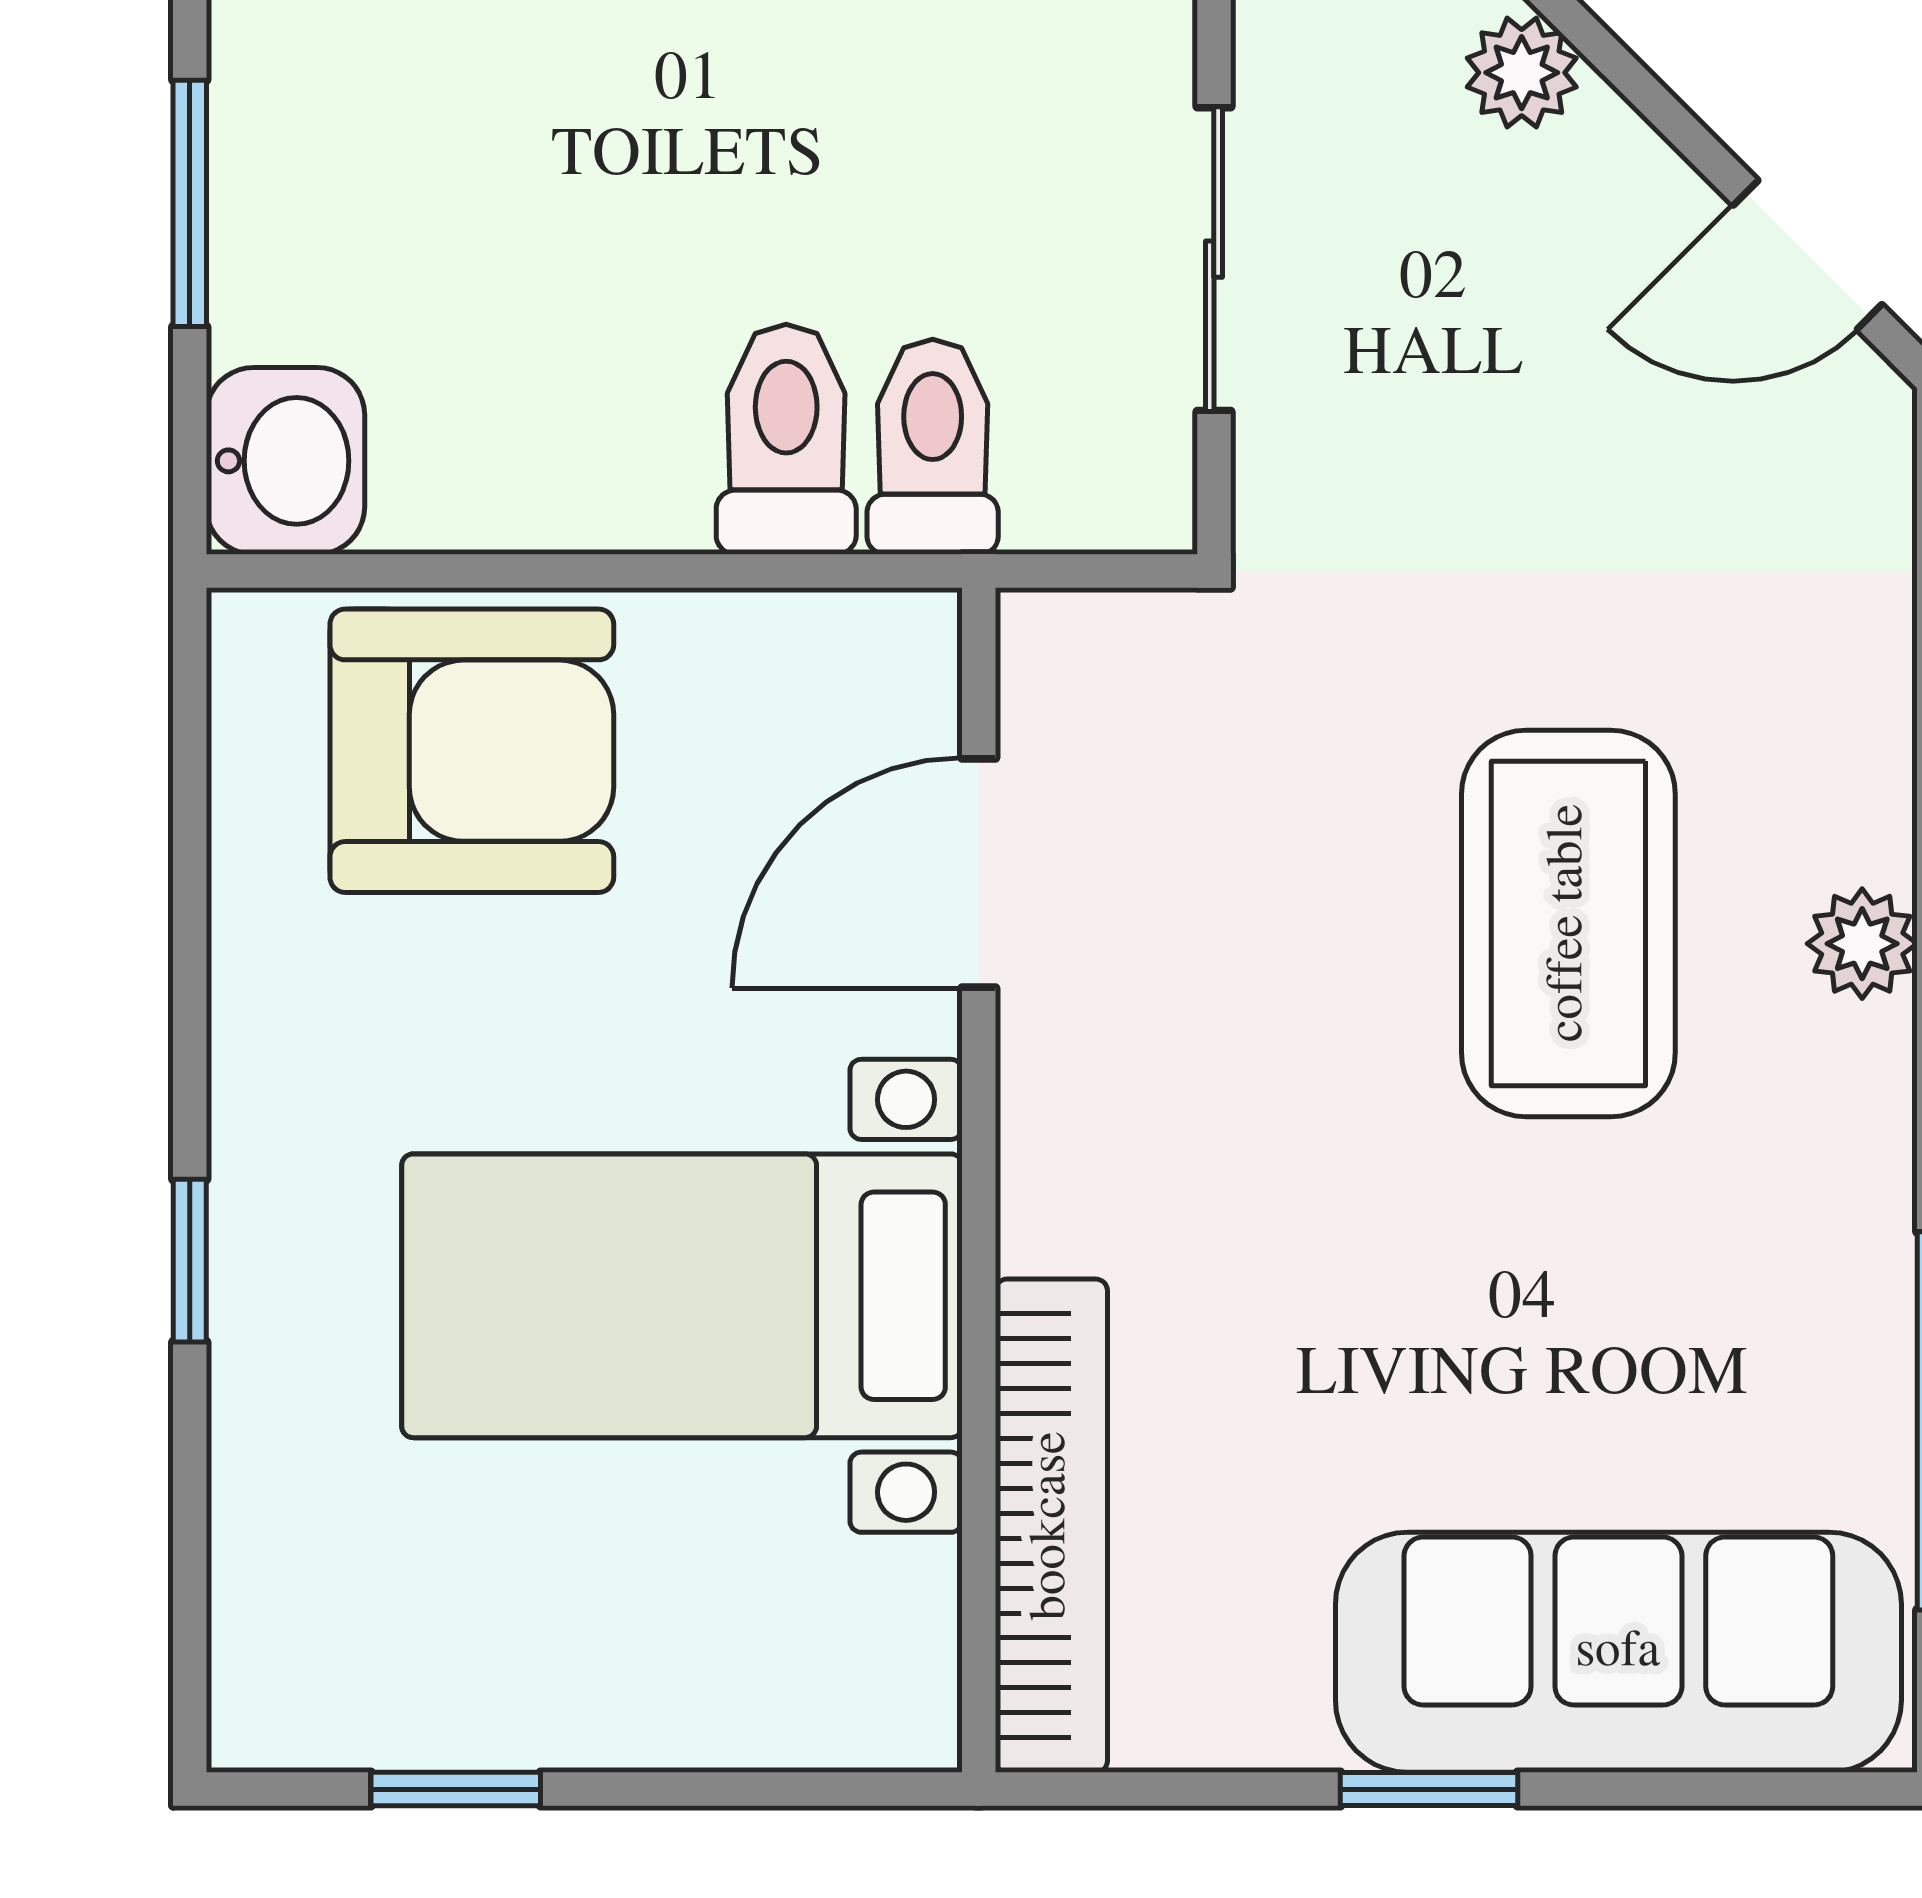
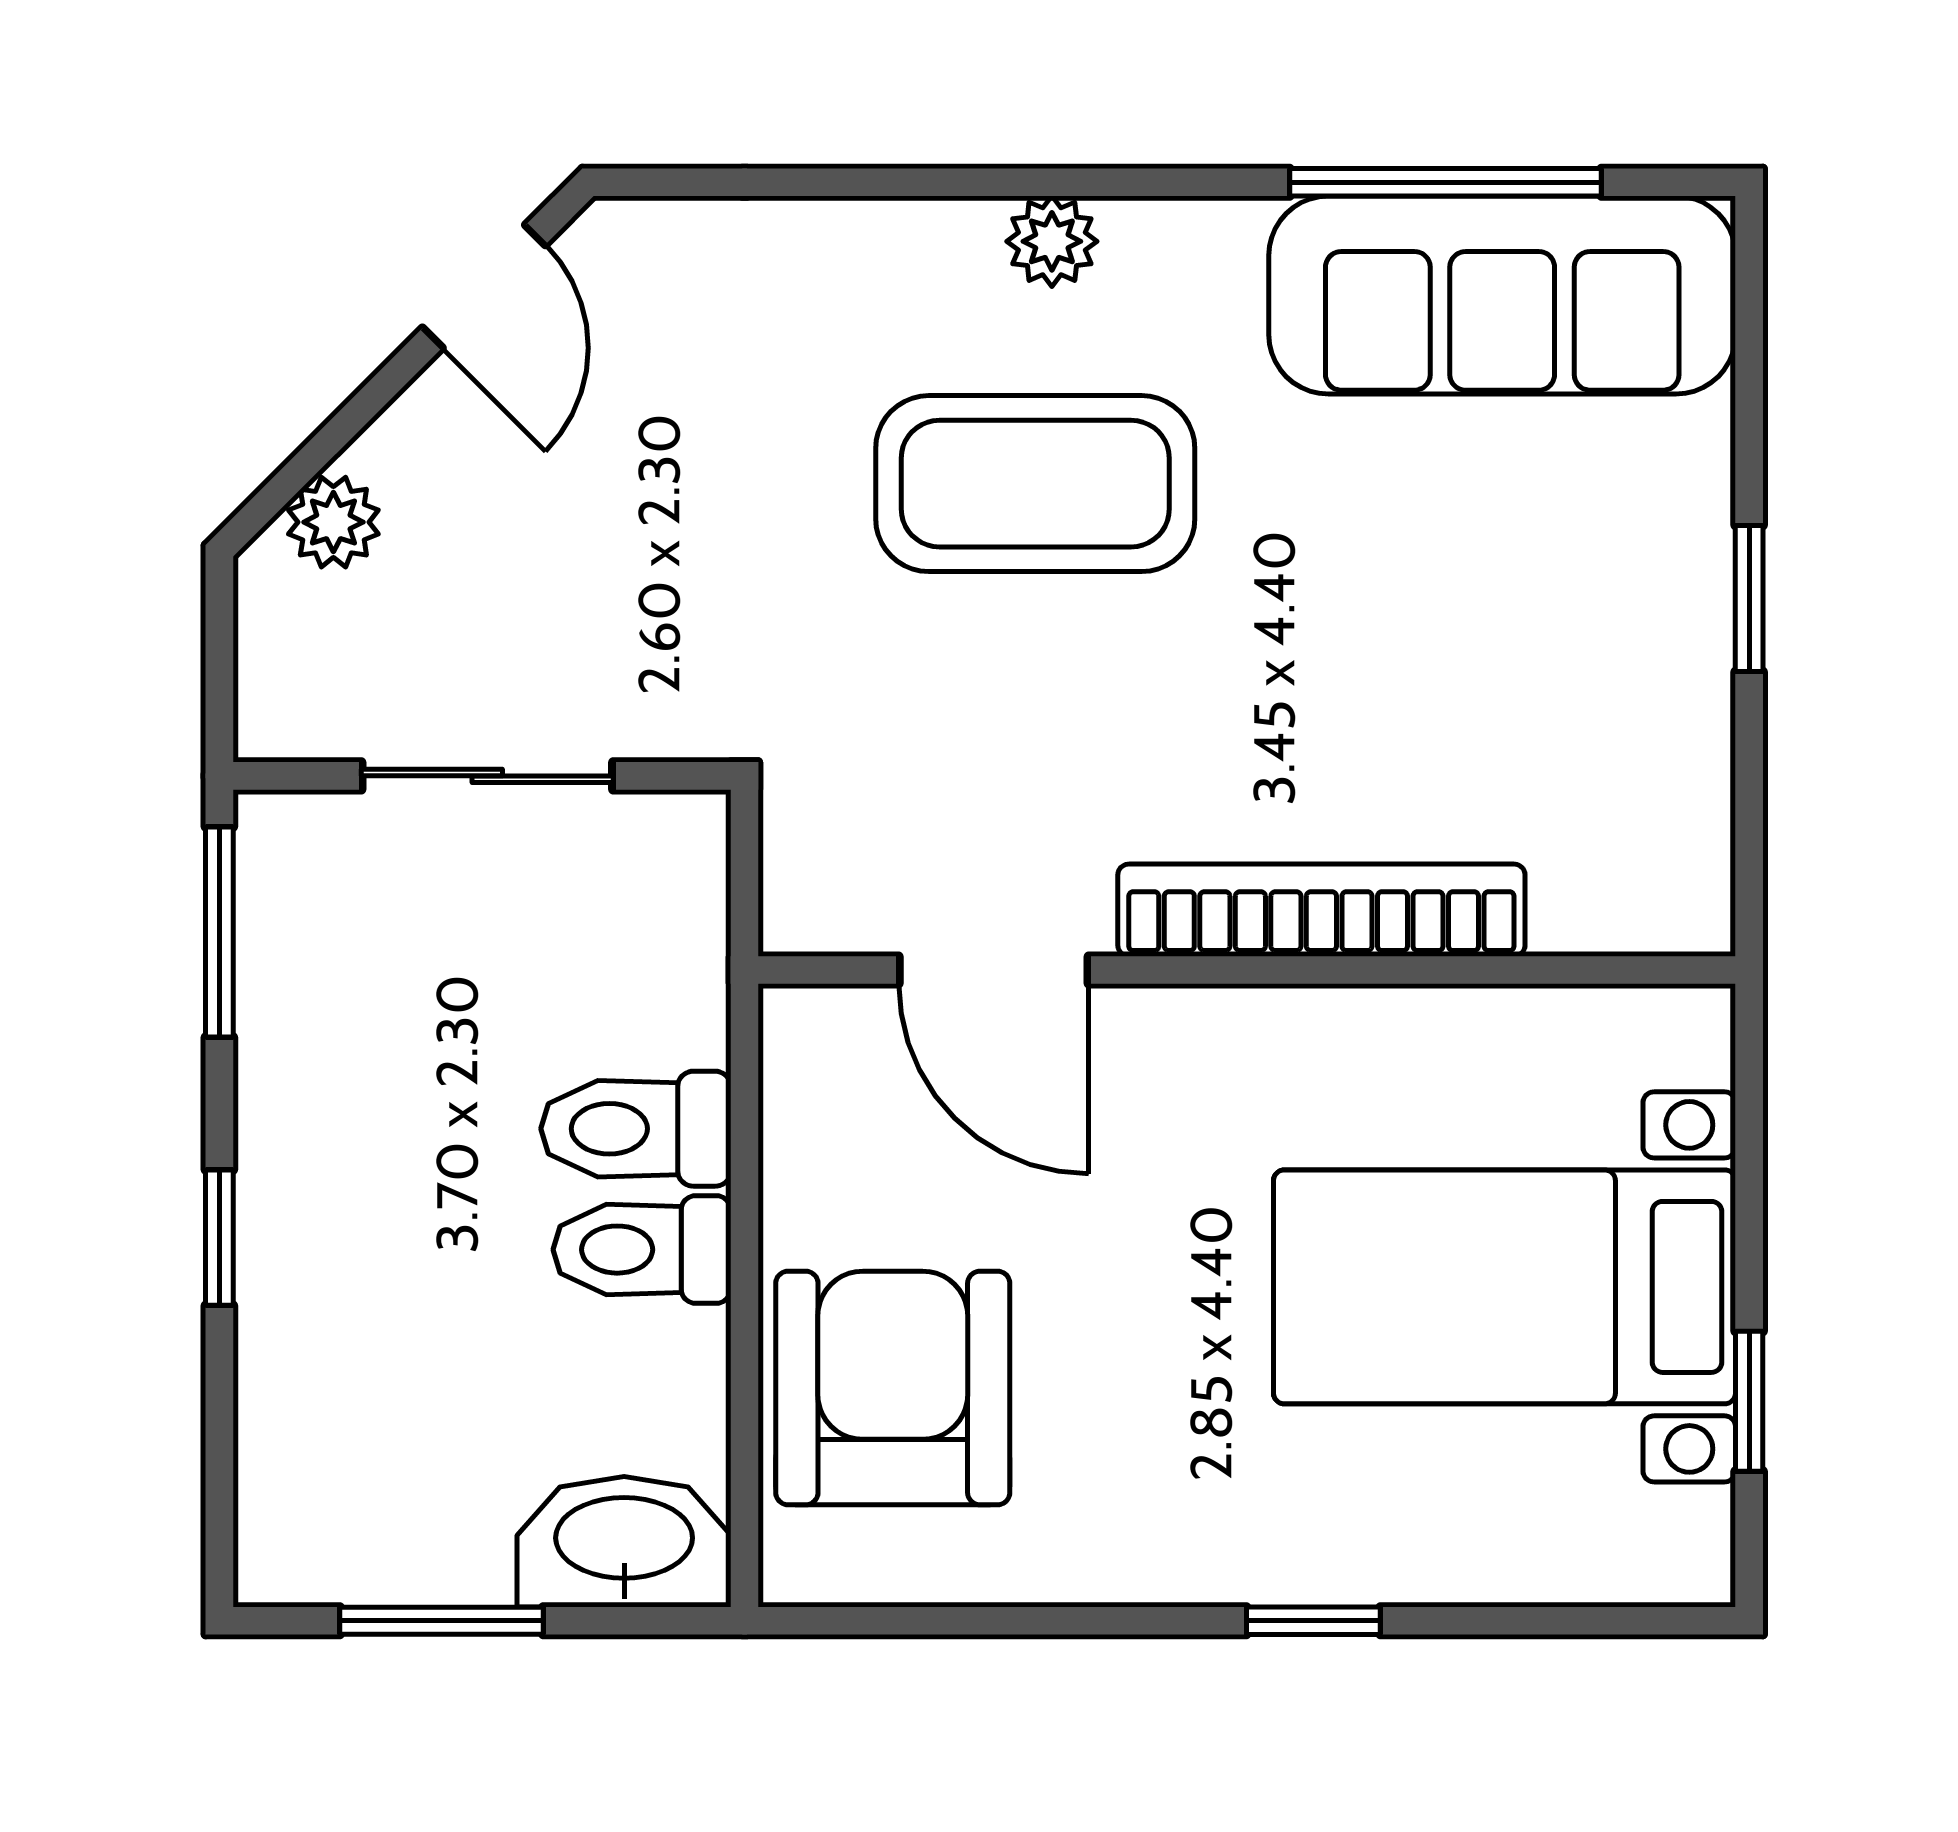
toilet: (933, 447) -> (642, 1250), moved
washbasin: (285, 461) -> (624, 1542), width x1.38
bed with nightstands: (682, 1296) -> (1505, 1287), moved, turned 90
bookcase: (1051, 1526) -> (1321, 910), moved
sofa: (1618, 1652) -> (1502, 295), moved, turned -90

